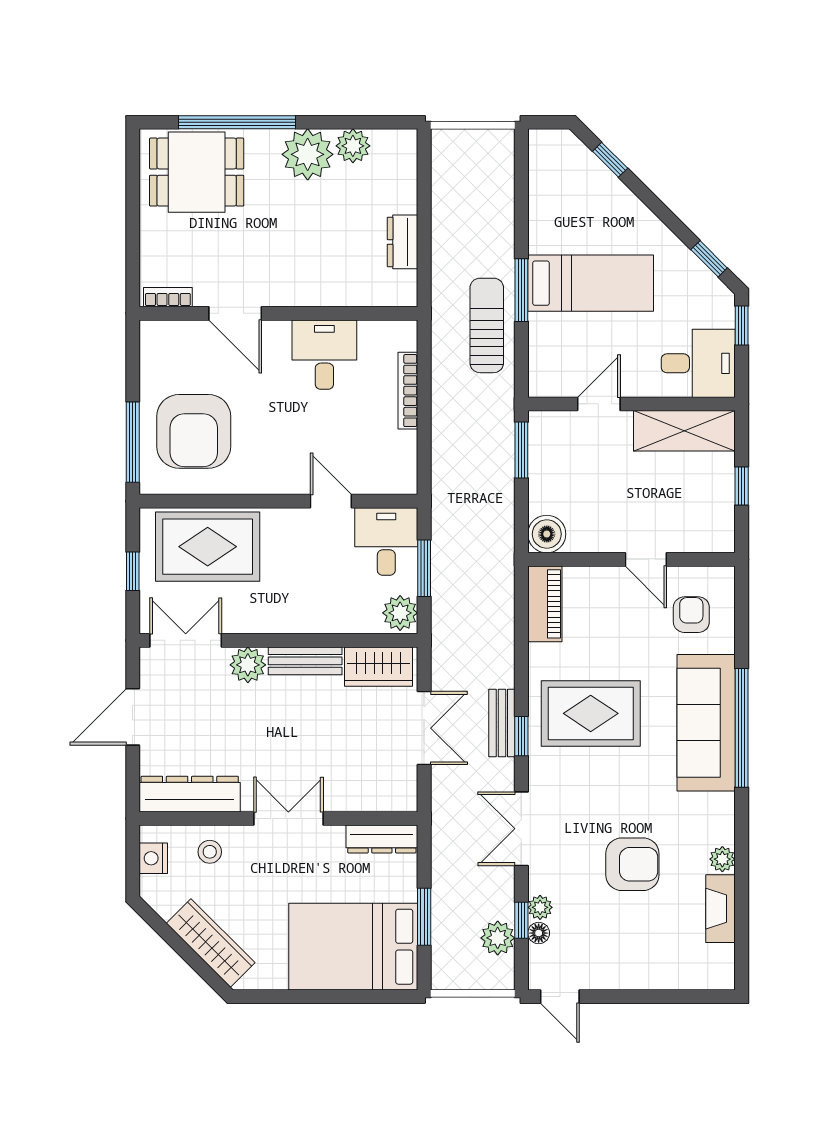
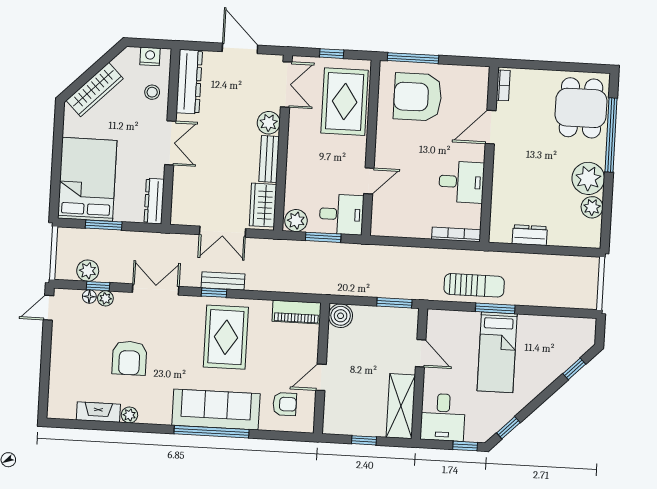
bookcase: (408, 391) -> (456, 234), moved

